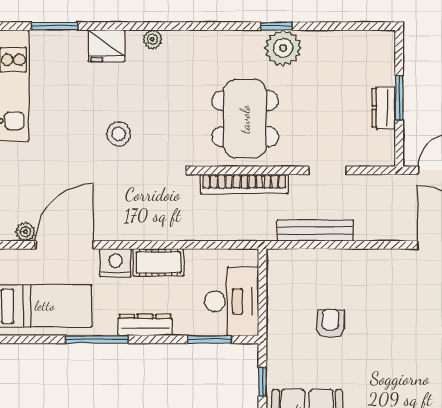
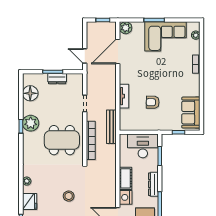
floor lamp: (351, 47) -> (30, 93), added
bench: (315, 231) -> (111, 127), moved
tv unit: (344, 259) -> (124, 96), added

